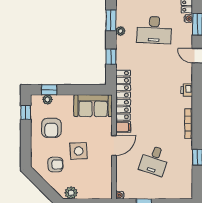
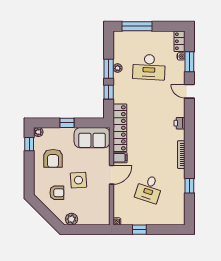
window: (111, 20) -> (109, 69), moved
window: (49, 90) -> (67, 123), moved
plant: (47, 99) -> (38, 132), moved

